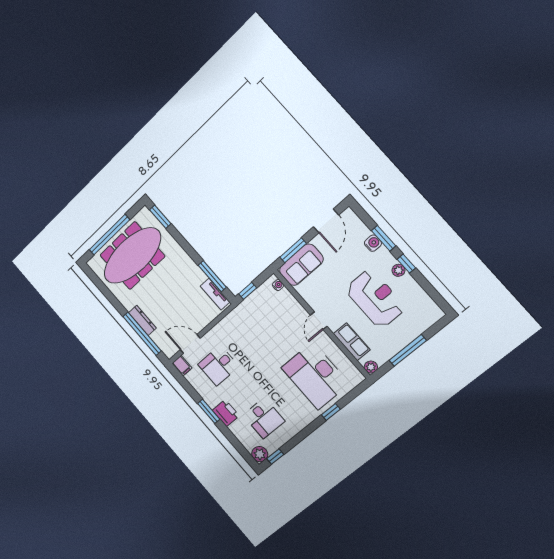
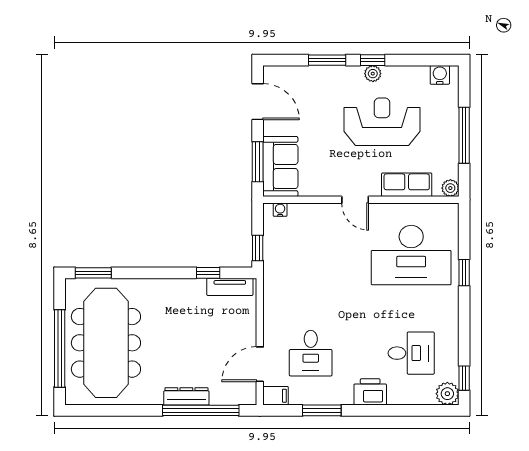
water cooler: (373, 243) -> (440, 75), moved
window: (212, 276) -> (208, 273), width x0.46
window: (209, 411) -> (322, 410), moved

